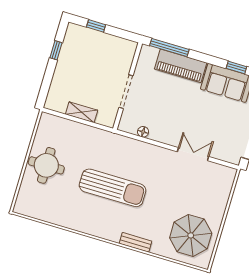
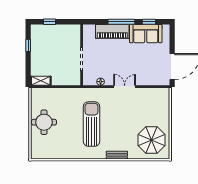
window: (169, 48) -> (121, 22), moved
shelving: (82, 112) -> (41, 81), moved
double door: (193, 154) -> (125, 87), moved
sun lounger: (113, 188) -> (91, 124), turned -90

